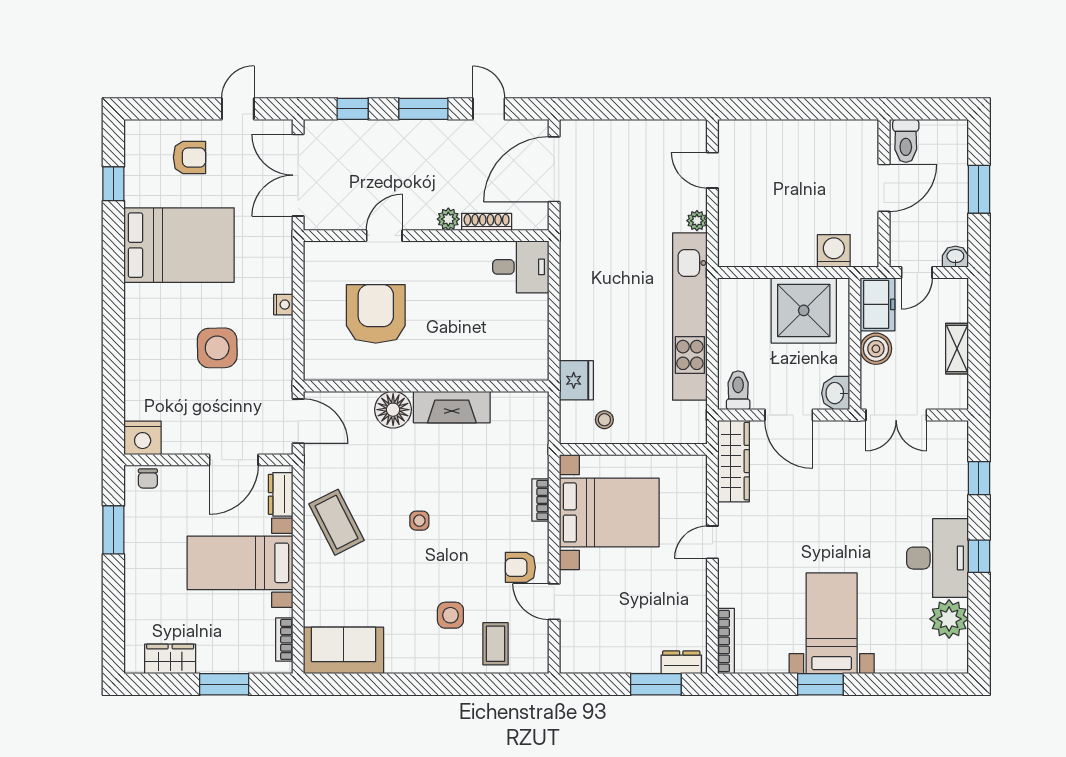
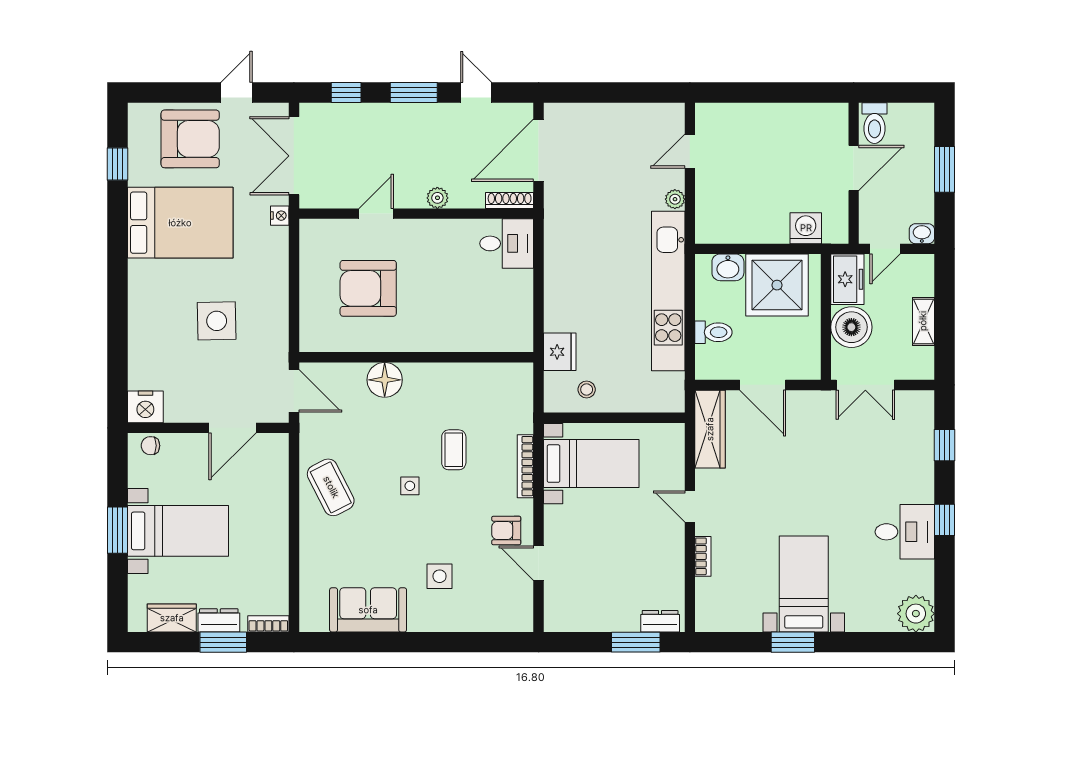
armchair: (189, 157) -> (190, 139), width x1.88, depth x1.88
door: (712, 170) -> (690, 151), hinge flipped
shoe rack: (487, 222) -> (510, 200), moved
nightstand: (283, 305) -> (280, 216), moved
armchair: (376, 314) -> (368, 288), turned -90
boiler: (876, 349) -> (851, 327), width x1.37, depth x1.37
toilet: (738, 390) -> (713, 332), moved, turned 90
washbasin: (836, 393) -> (728, 267), moved, turned -90
fireplace: (452, 407) -> (441, 377), removed
chair: (148, 478) -> (150, 446), turned 90
dresser: (281, 494) -> (219, 620), moved, turned 90
bookcase: (540, 500) -> (525, 466), width x1.56
bed with nightstands: (609, 512) -> (591, 464), width x0.73
window: (113, 530) -> (117, 530), moved
door: (712, 542) -> (690, 507), hinge flipped
desk: (937, 558) -> (905, 532), width x0.73
bed with nightstands: (240, 563) -> (178, 531), moved, turned 180
plant: (949, 619) -> (916, 614), moved
bookcase: (284, 639) -> (268, 624), moved, turned 90
bookcase: (726, 641) -> (703, 556), moved, width x0.64
coffee table: (496, 644) -> (454, 450), moved
sofa: (344, 650) -> (368, 610), moved

